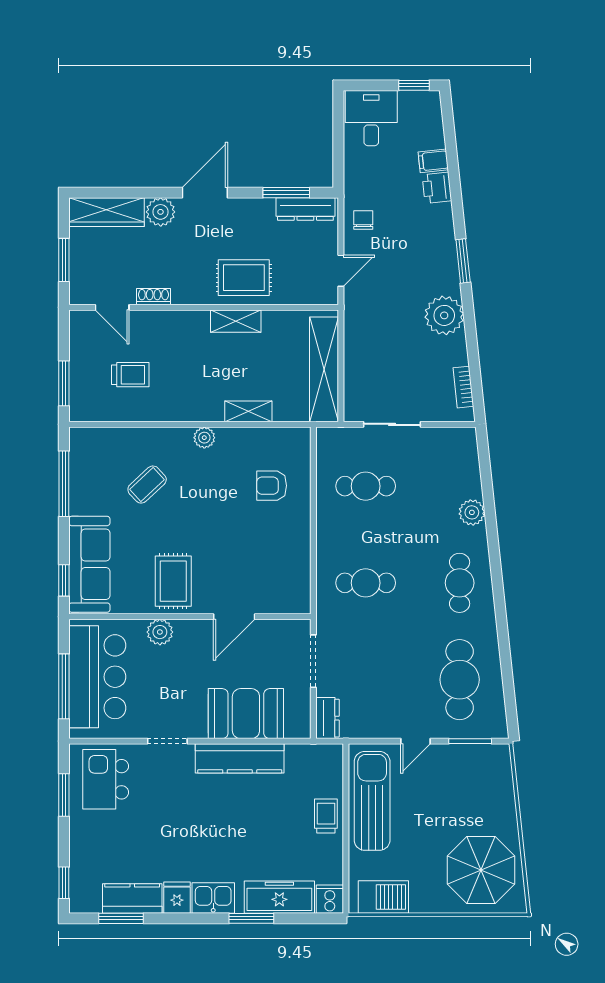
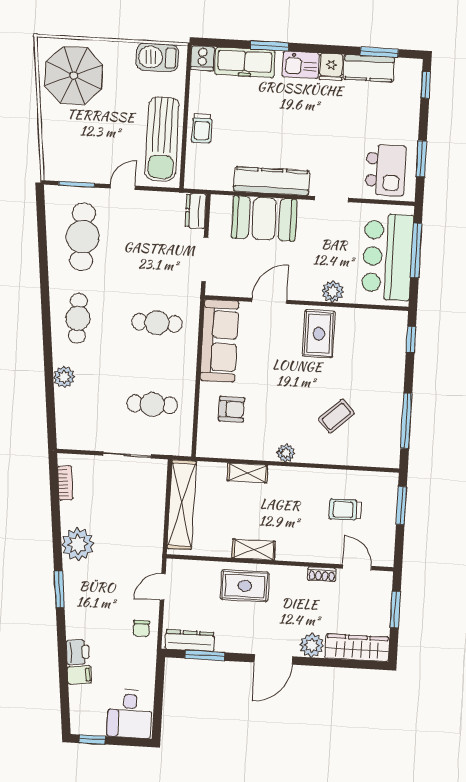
sofa: (89, 564) -> (219, 341), moved, turned 180

